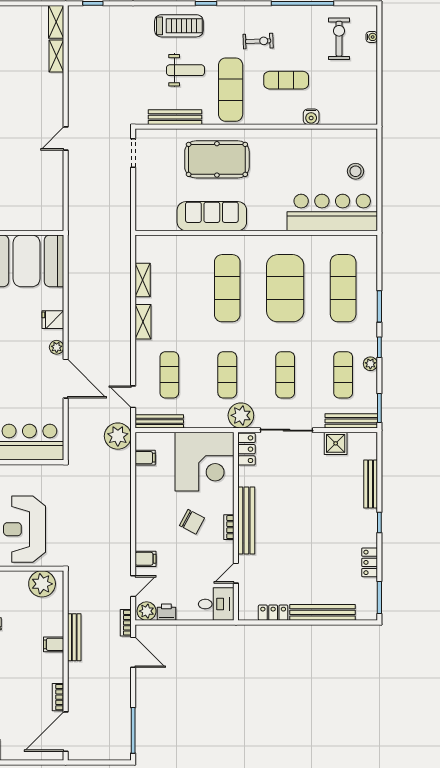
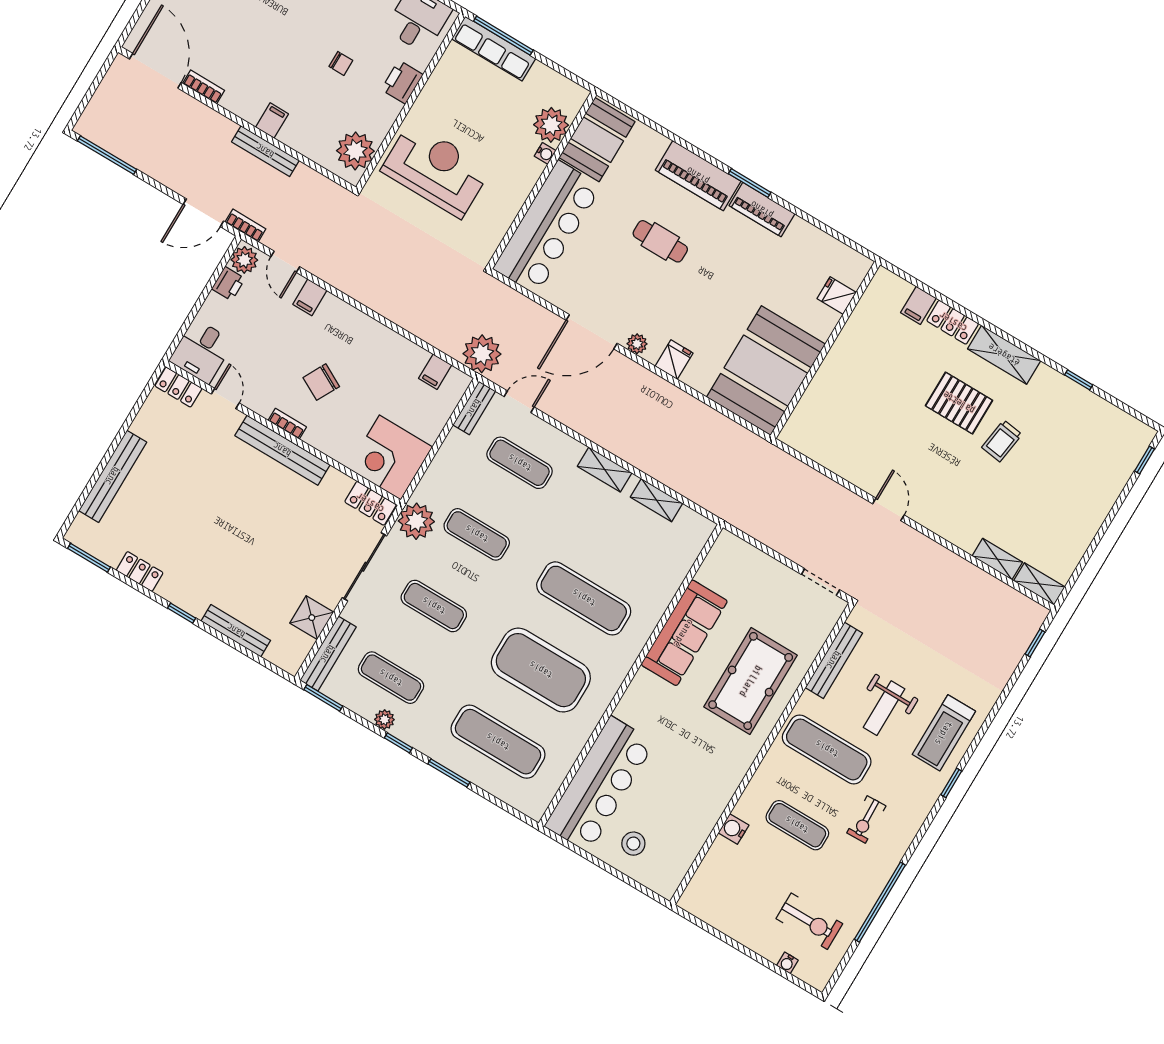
exercise mat: (286, 80) -> (797, 825), turned 90
bench: (159, 421) -> (474, 408), width x0.73
corner desk: (205, 462) -> (390, 458), width x0.74, depth x0.74
locker: (273, 613) -> (178, 387), moved, turned 90

